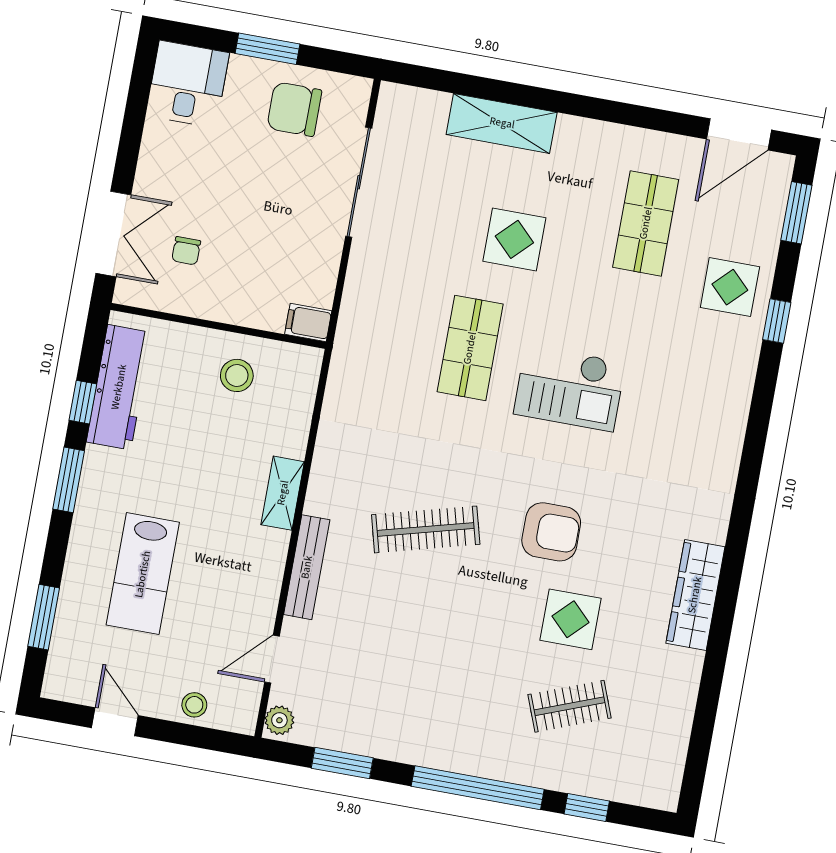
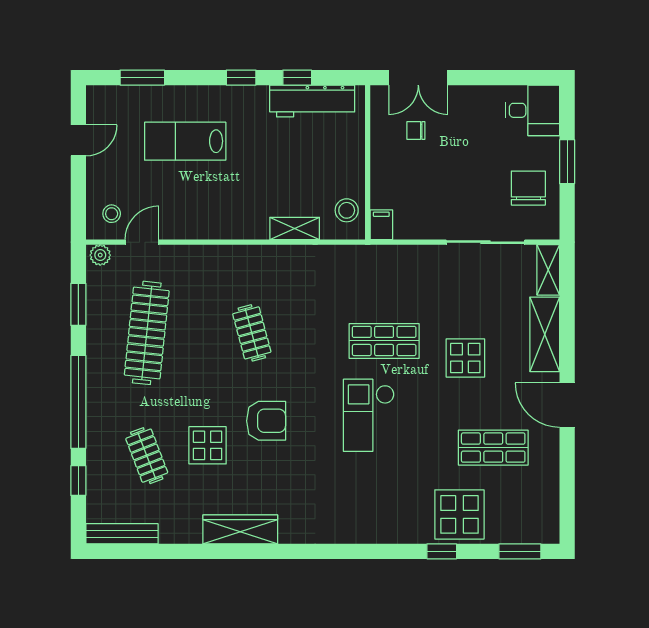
shelving: (413, 102) -> (548, 270), added
door: (739, 134) -> (567, 405), moved
display table: (730, 287) -> (459, 514), width x1.36, depth x1.36
stool: (237, 375) -> (347, 210), moved
window: (69, 480) -> (241, 78), width x0.67
shelving: (283, 493) -> (295, 228), moved
clothes rail: (426, 529) -> (252, 333), width x0.73
armchair: (551, 532) -> (266, 421), turned -90
bench: (307, 567) -> (122, 534), moved
door: (272, 659) -> (142, 242), hinge flipped
clothes rail: (399, 675) -> (147, 333), added
stool: (194, 705) -> (112, 214), moved

